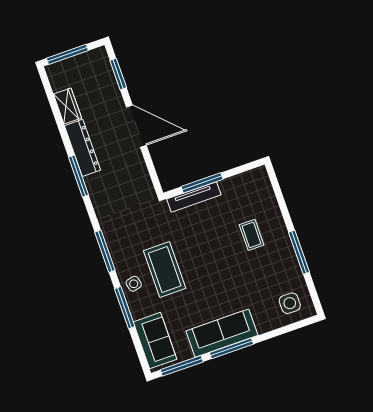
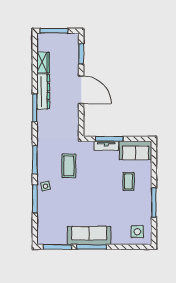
tv unit: (194, 197) -> (106, 146), width x0.71
coffee table: (165, 269) -> (69, 166), moved, width x0.73, depth x0.76
sofa: (155, 341) -> (135, 150), moved, turned 90

